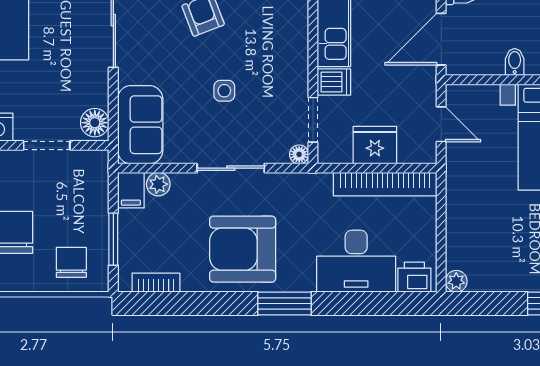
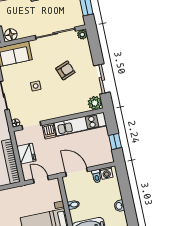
door: (441, 124) -> (41, 180), swing flipped

